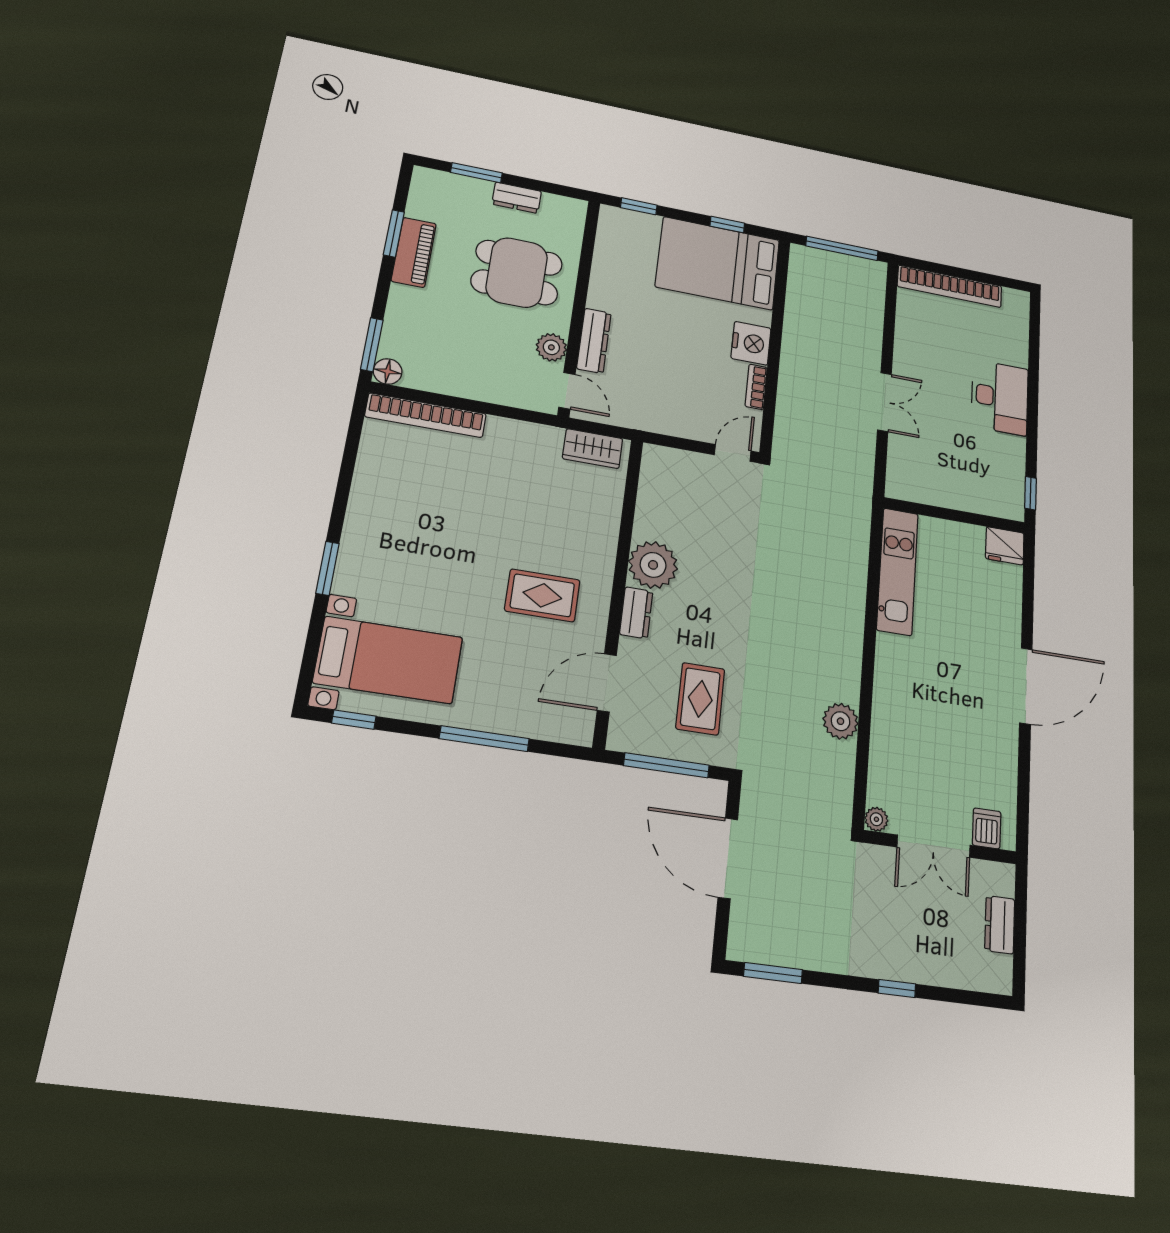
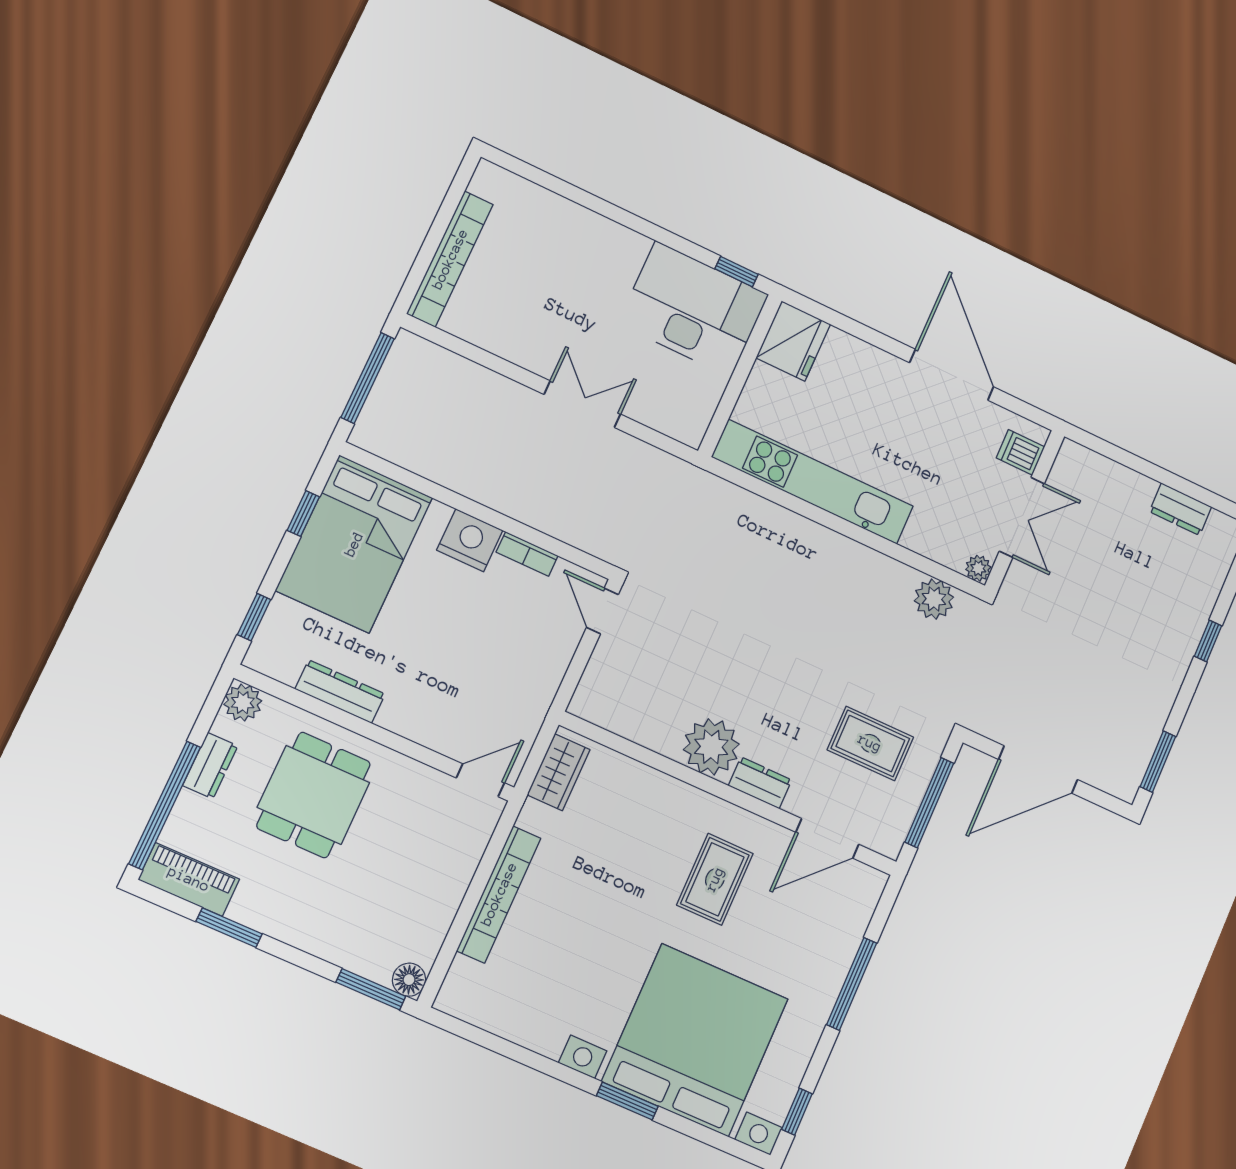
window: (477, 173) -> (165, 805), width x2.11
piano: (414, 252) -> (189, 879), moved
dresser: (594, 341) -> (340, 692), moved
plant: (551, 347) -> (243, 703), moved
desk: (1000, 397) -> (693, 309), moved, width x1.36, depth x1.30
bookcase: (426, 415) -> (499, 894), moved
fridge: (1005, 546) -> (793, 341), width x1.36, depth x1.34
kitchen unit: (897, 571) -> (813, 482), width x1.36
bed with nightstands: (388, 660) -> (695, 1040), width x1.85
door: (607, 683) -> (827, 838), hinge flipped
plant: (876, 819) -> (978, 568), moved
dishwasher: (987, 828) -> (1020, 452), moved
double door: (934, 846) -> (1022, 517), moved
wall: (940, 847) -> (1025, 511), moved

